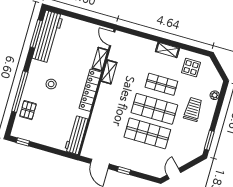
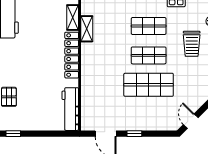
stool: (51, 84) -> (26, 61), removed
shop shelf: (154, 109) -> (149, 55), width x0.70, depth x0.74
trolley: (193, 109) -> (192, 44), turned 180

